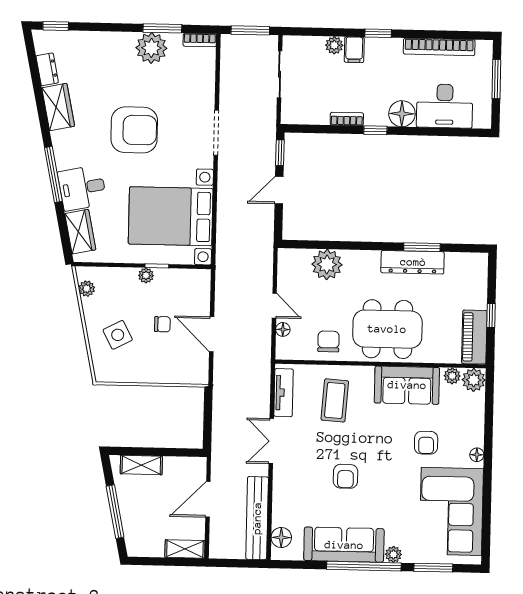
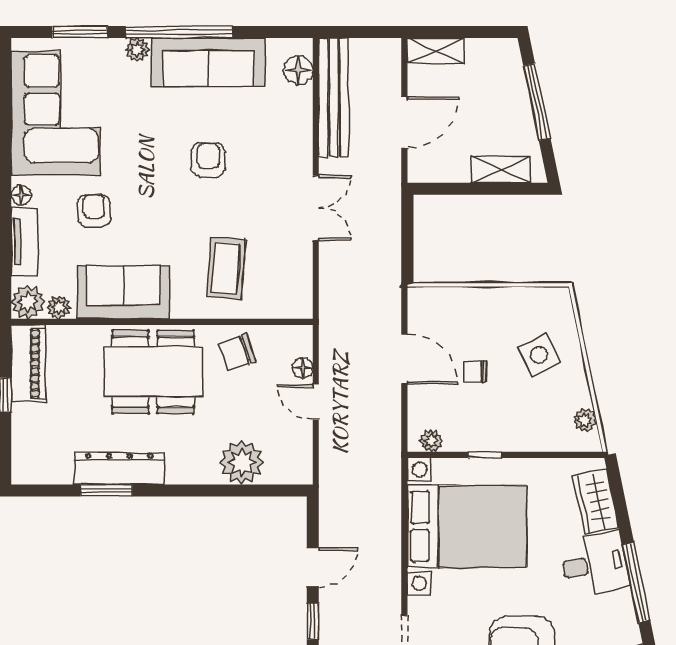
plant: (146, 275) -> (431, 441), moved
chair: (328, 341) -> (237, 352), turned 71
tv unit: (284, 393) -> (24, 242), moved, turned 180

